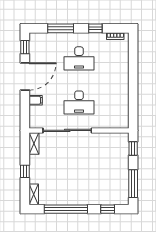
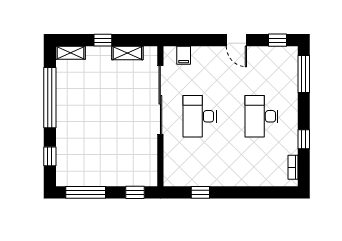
window: (61, 28) -> (304, 74), moved
door: (25, 76) -> (236, 40), width x0.53
filing cabinet: (36, 100) -> (184, 55), moved
window: (133, 102) -> (200, 192), added
shelving: (34, 144) -> (127, 53), moved

